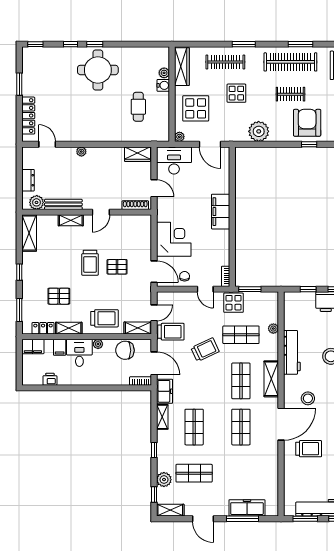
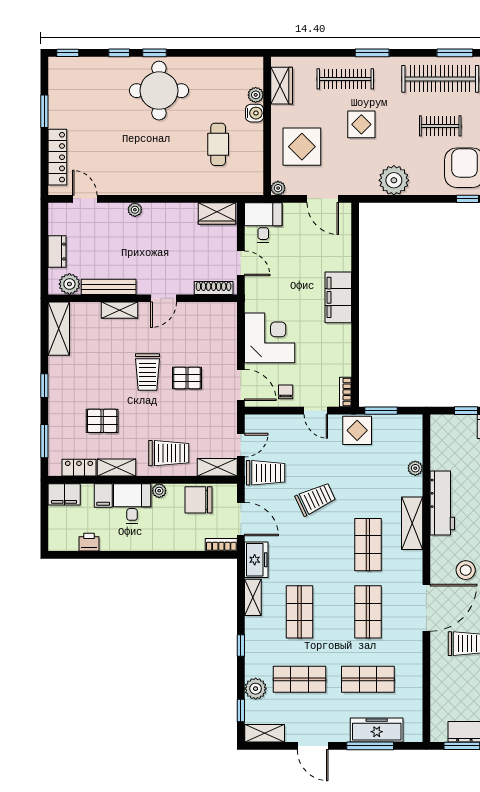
wardrobe: (182, 67) -> (282, 86), width x0.67
desk: (174, 160) -> (263, 223), width x0.73
shop shelf: (241, 335) -> (368, 679), moved
shelving: (271, 379) -> (412, 523), moved

